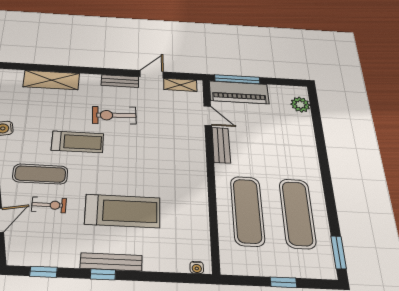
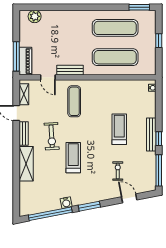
shelving: (51, 80) -> (26, 164), moved
piano: (239, 92) -> (25, 61), width x0.73, depth x0.75
door: (208, 116) -> (48, 77), swing flipped
exercise mat: (40, 174) -> (74, 101), moved
treadmill: (123, 211) -> (119, 129), width x0.73, depth x0.73
window: (43, 272) -> (159, 170), width x2.17

